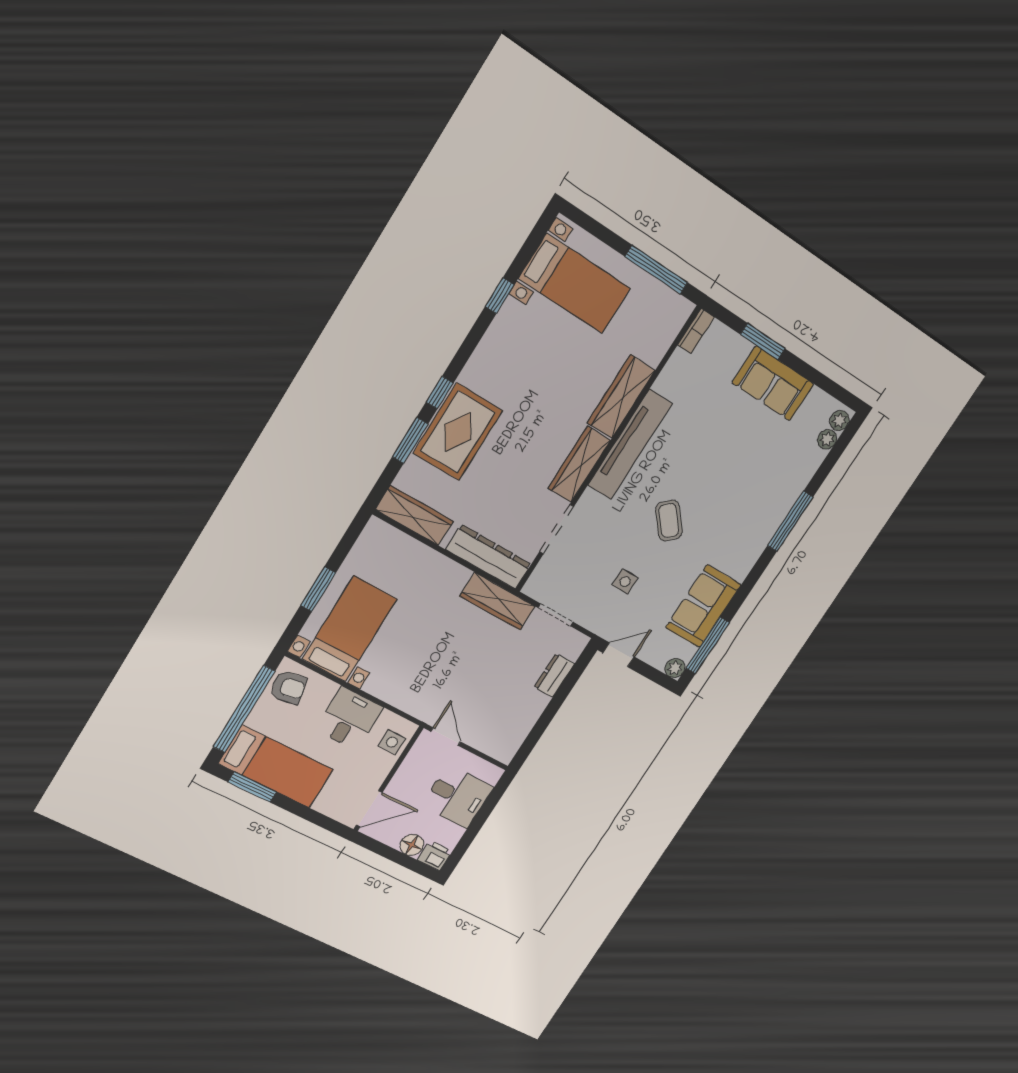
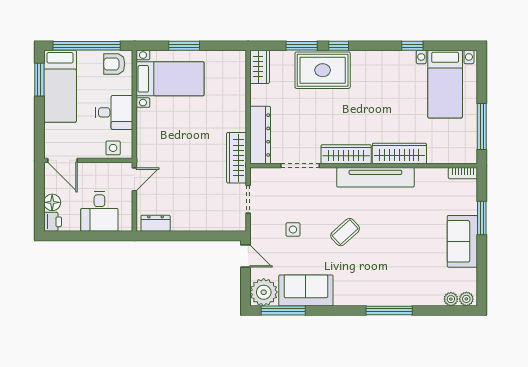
wardrobe: (414, 516) -> (260, 67), width x0.67
plant: (675, 668) -> (264, 292), width x1.87, depth x1.87
dresser: (554, 675) -> (156, 223), moved
armchair: (288, 687) -> (114, 64), turned 101

